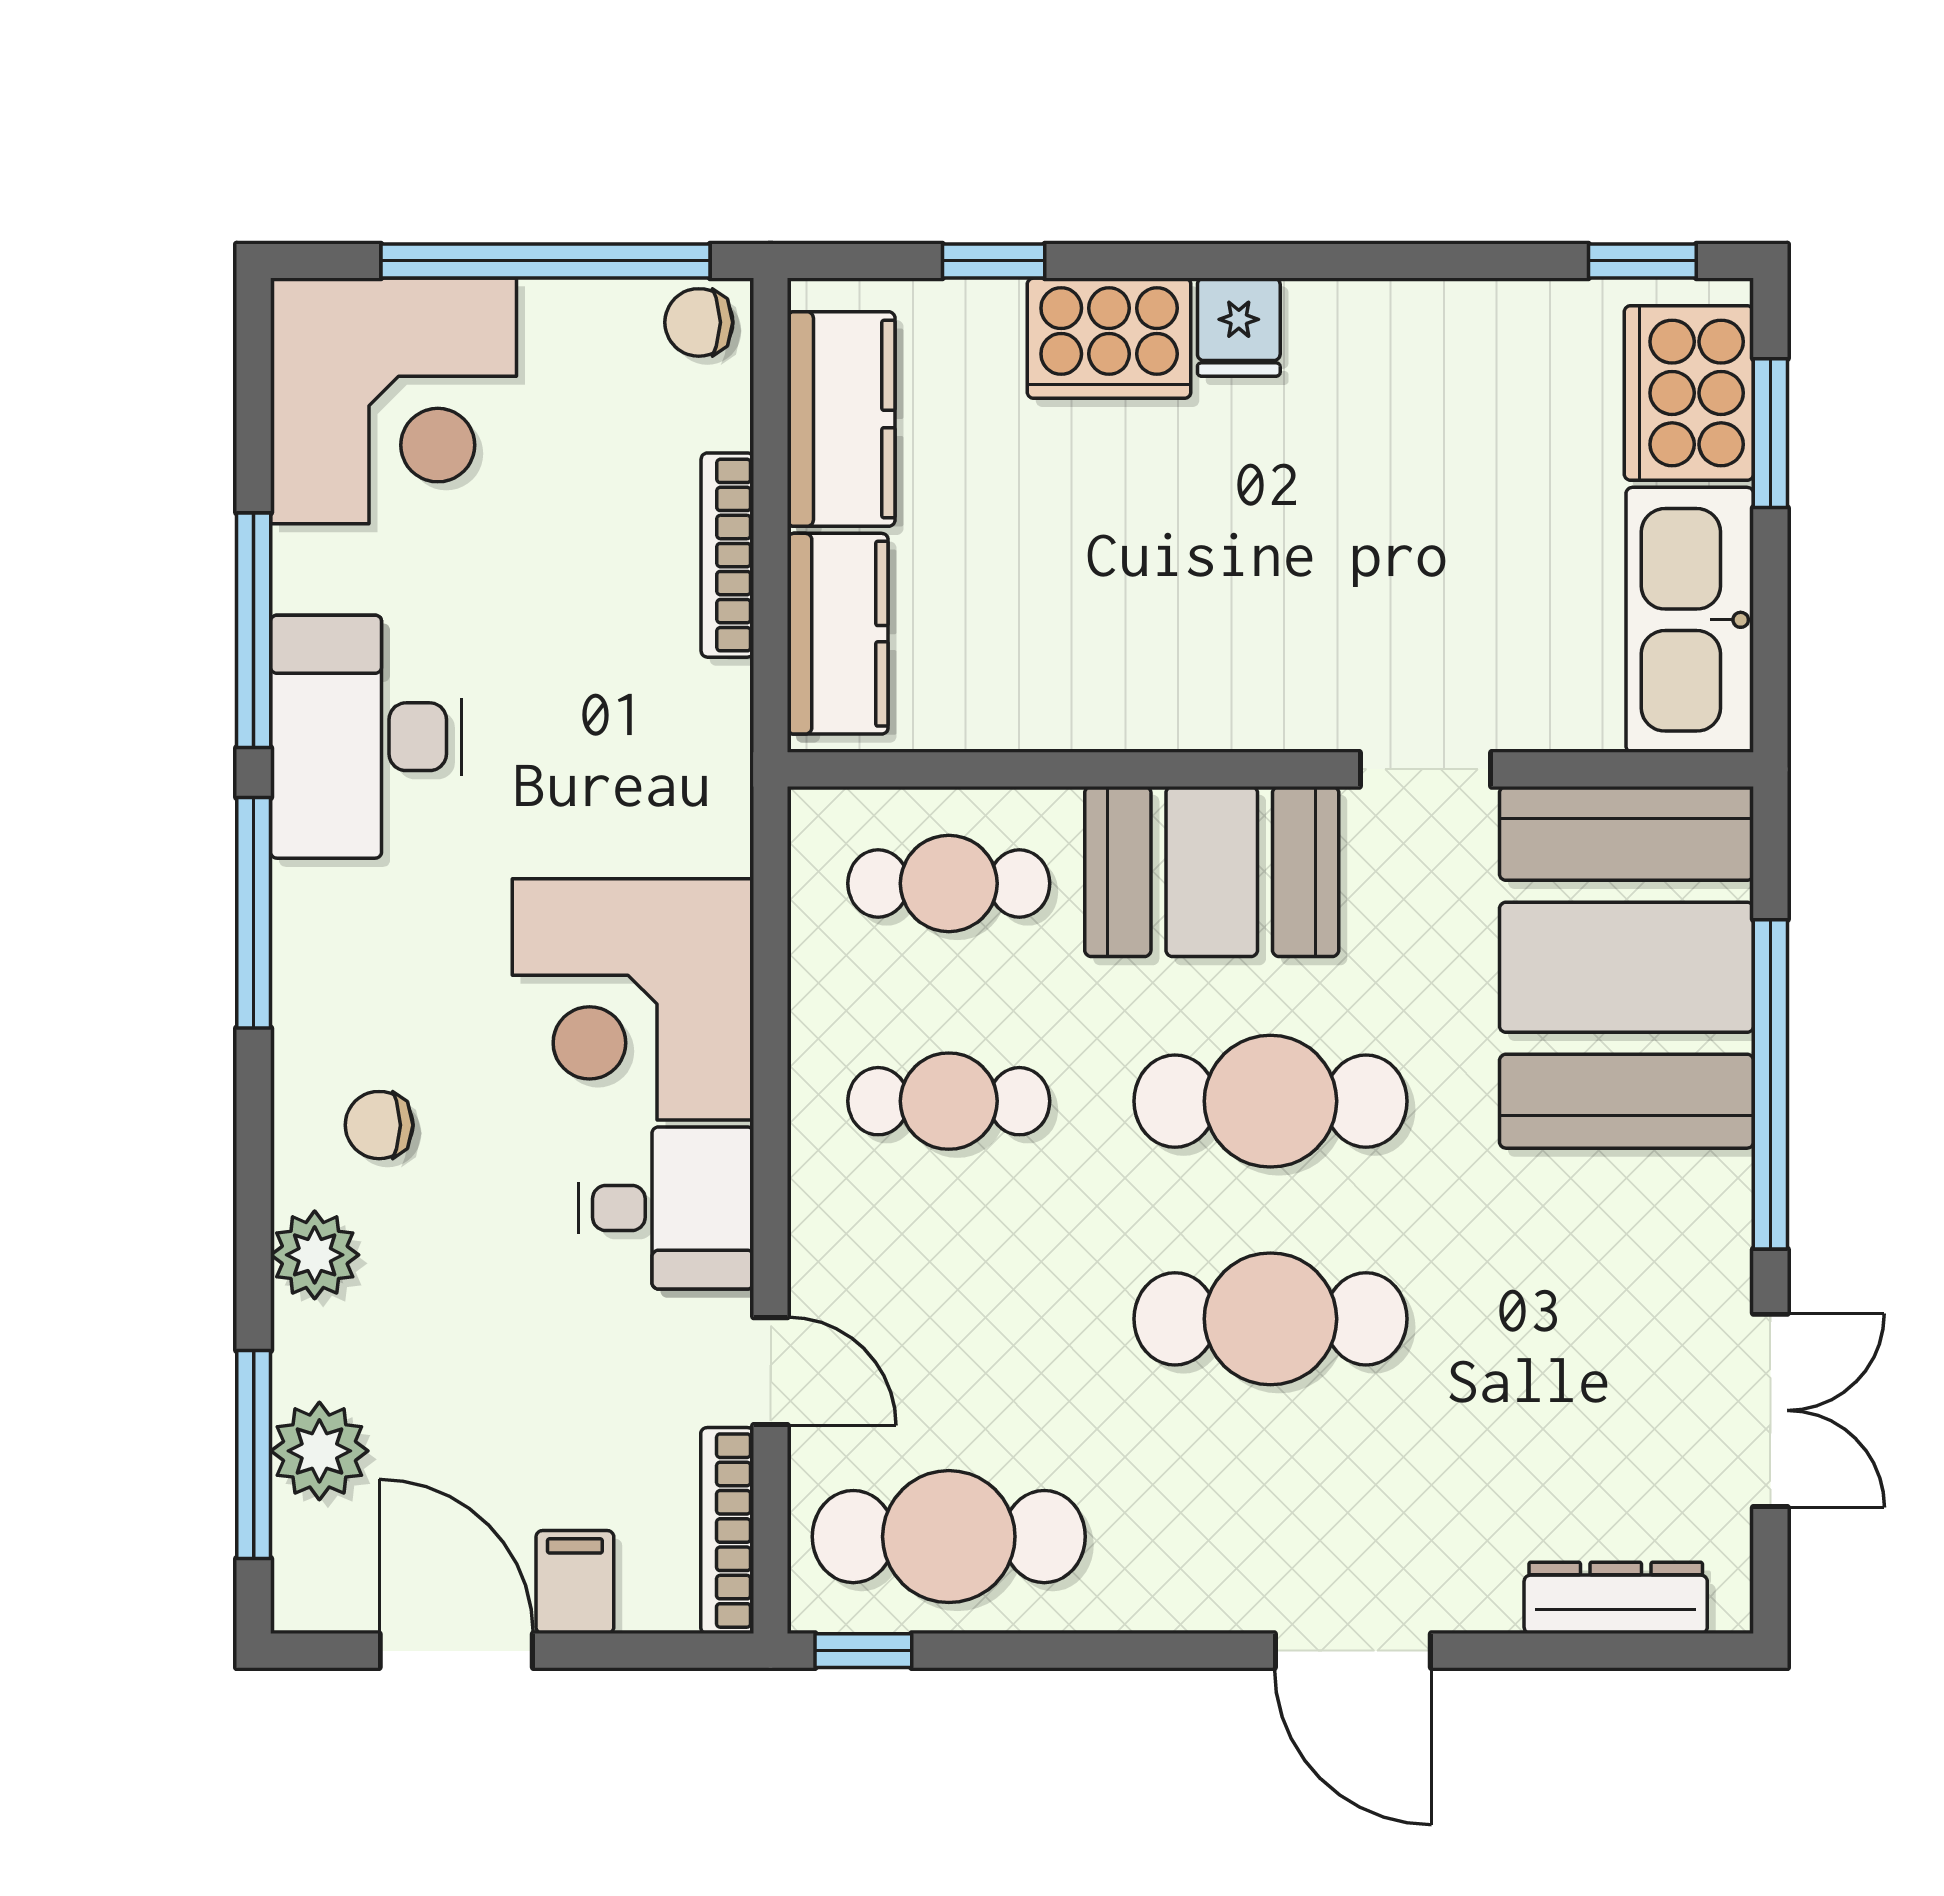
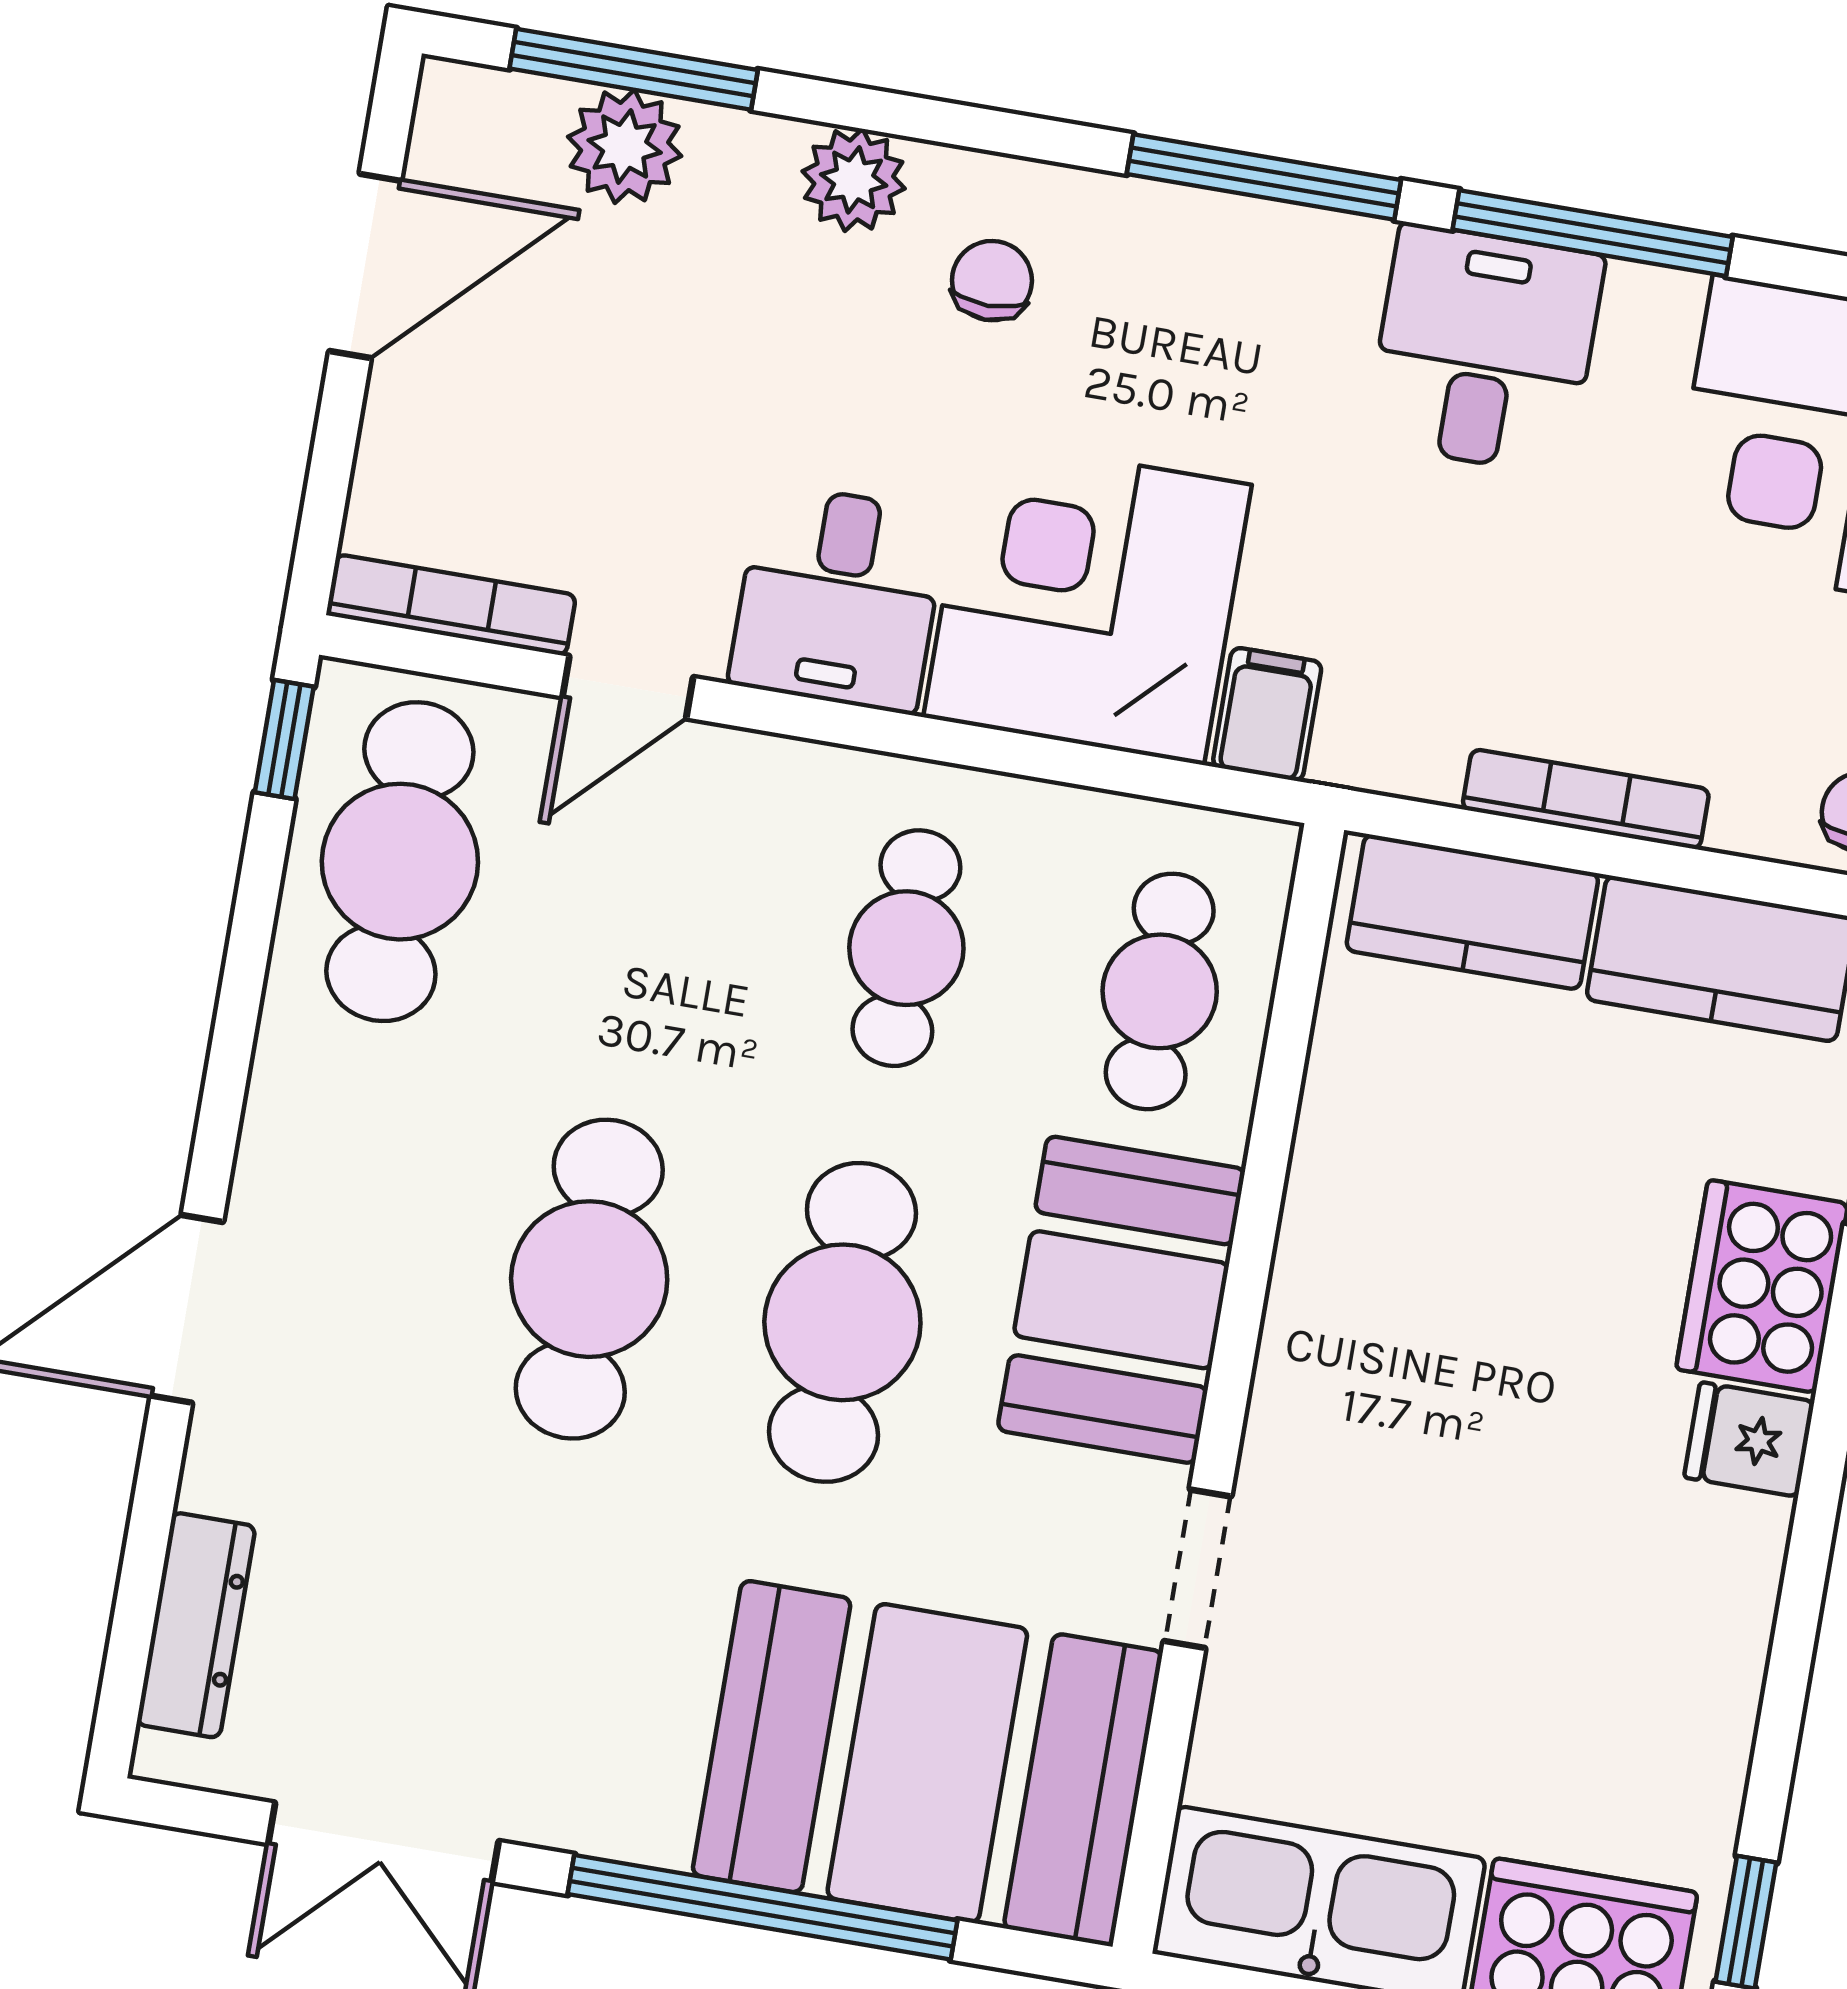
desk: (366, 737) -> (1485, 349), width x0.73
filing cabinet: (575, 1582) -> (1267, 714), moved, turned -90

